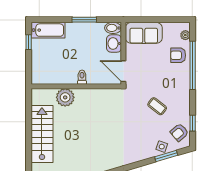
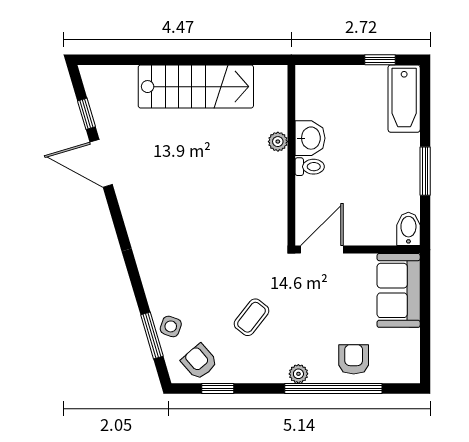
plant: (185, 35) -> (298, 374), moved
washbasin: (114, 44) -> (310, 138), moved, turned 90
plant: (65, 97) -> (278, 142), width x0.53, depth x0.53

